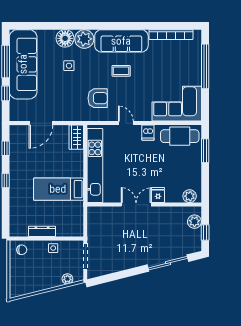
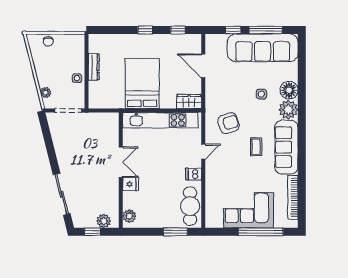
armchair: (98, 98) -> (229, 123), turned -108
corner sofa: (177, 104) -> (249, 210), moved, turned -90
bed: (58, 189) -> (142, 84), width x1.50
chair: (22, 250) -> (48, 41), moved

